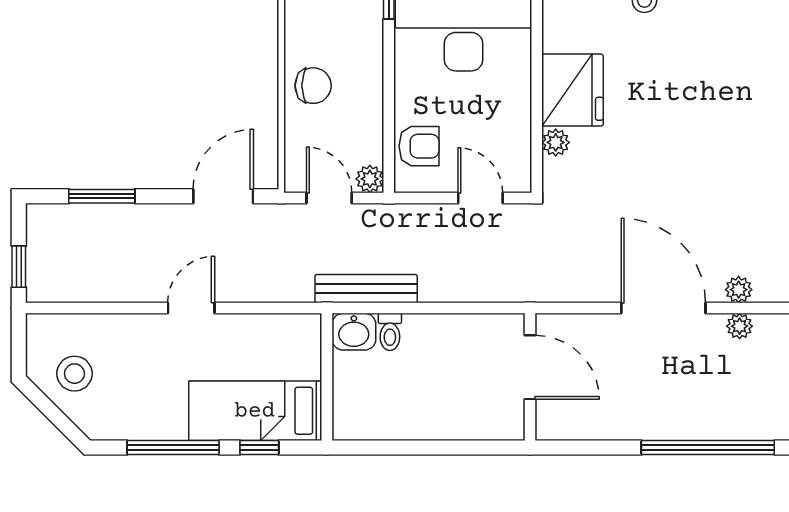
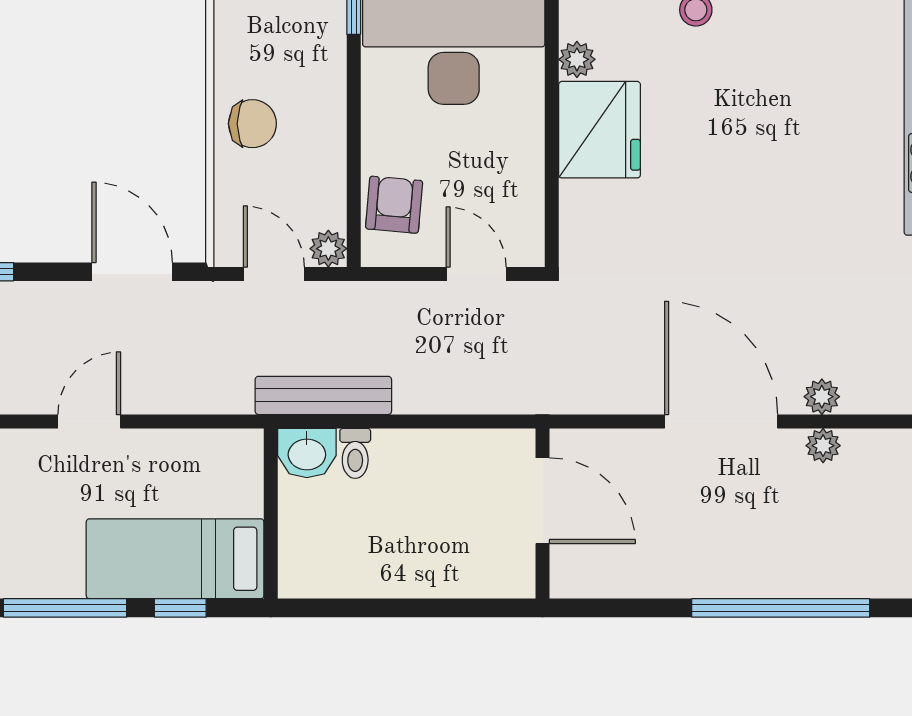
plant: (556, 142) -> (577, 59), moved
armchair: (419, 146) -> (394, 205), turned -85
door: (223, 196) -> (132, 272), hinge flipped

